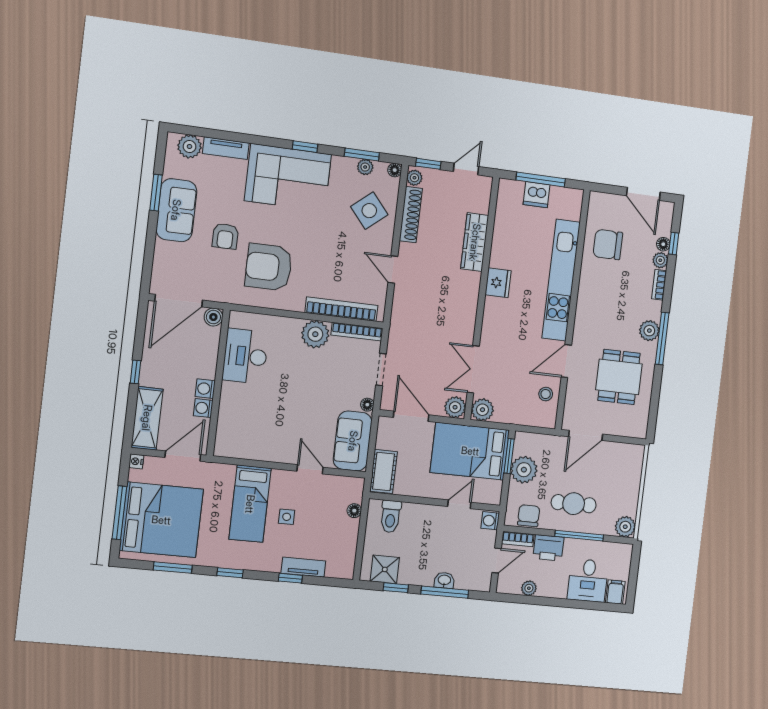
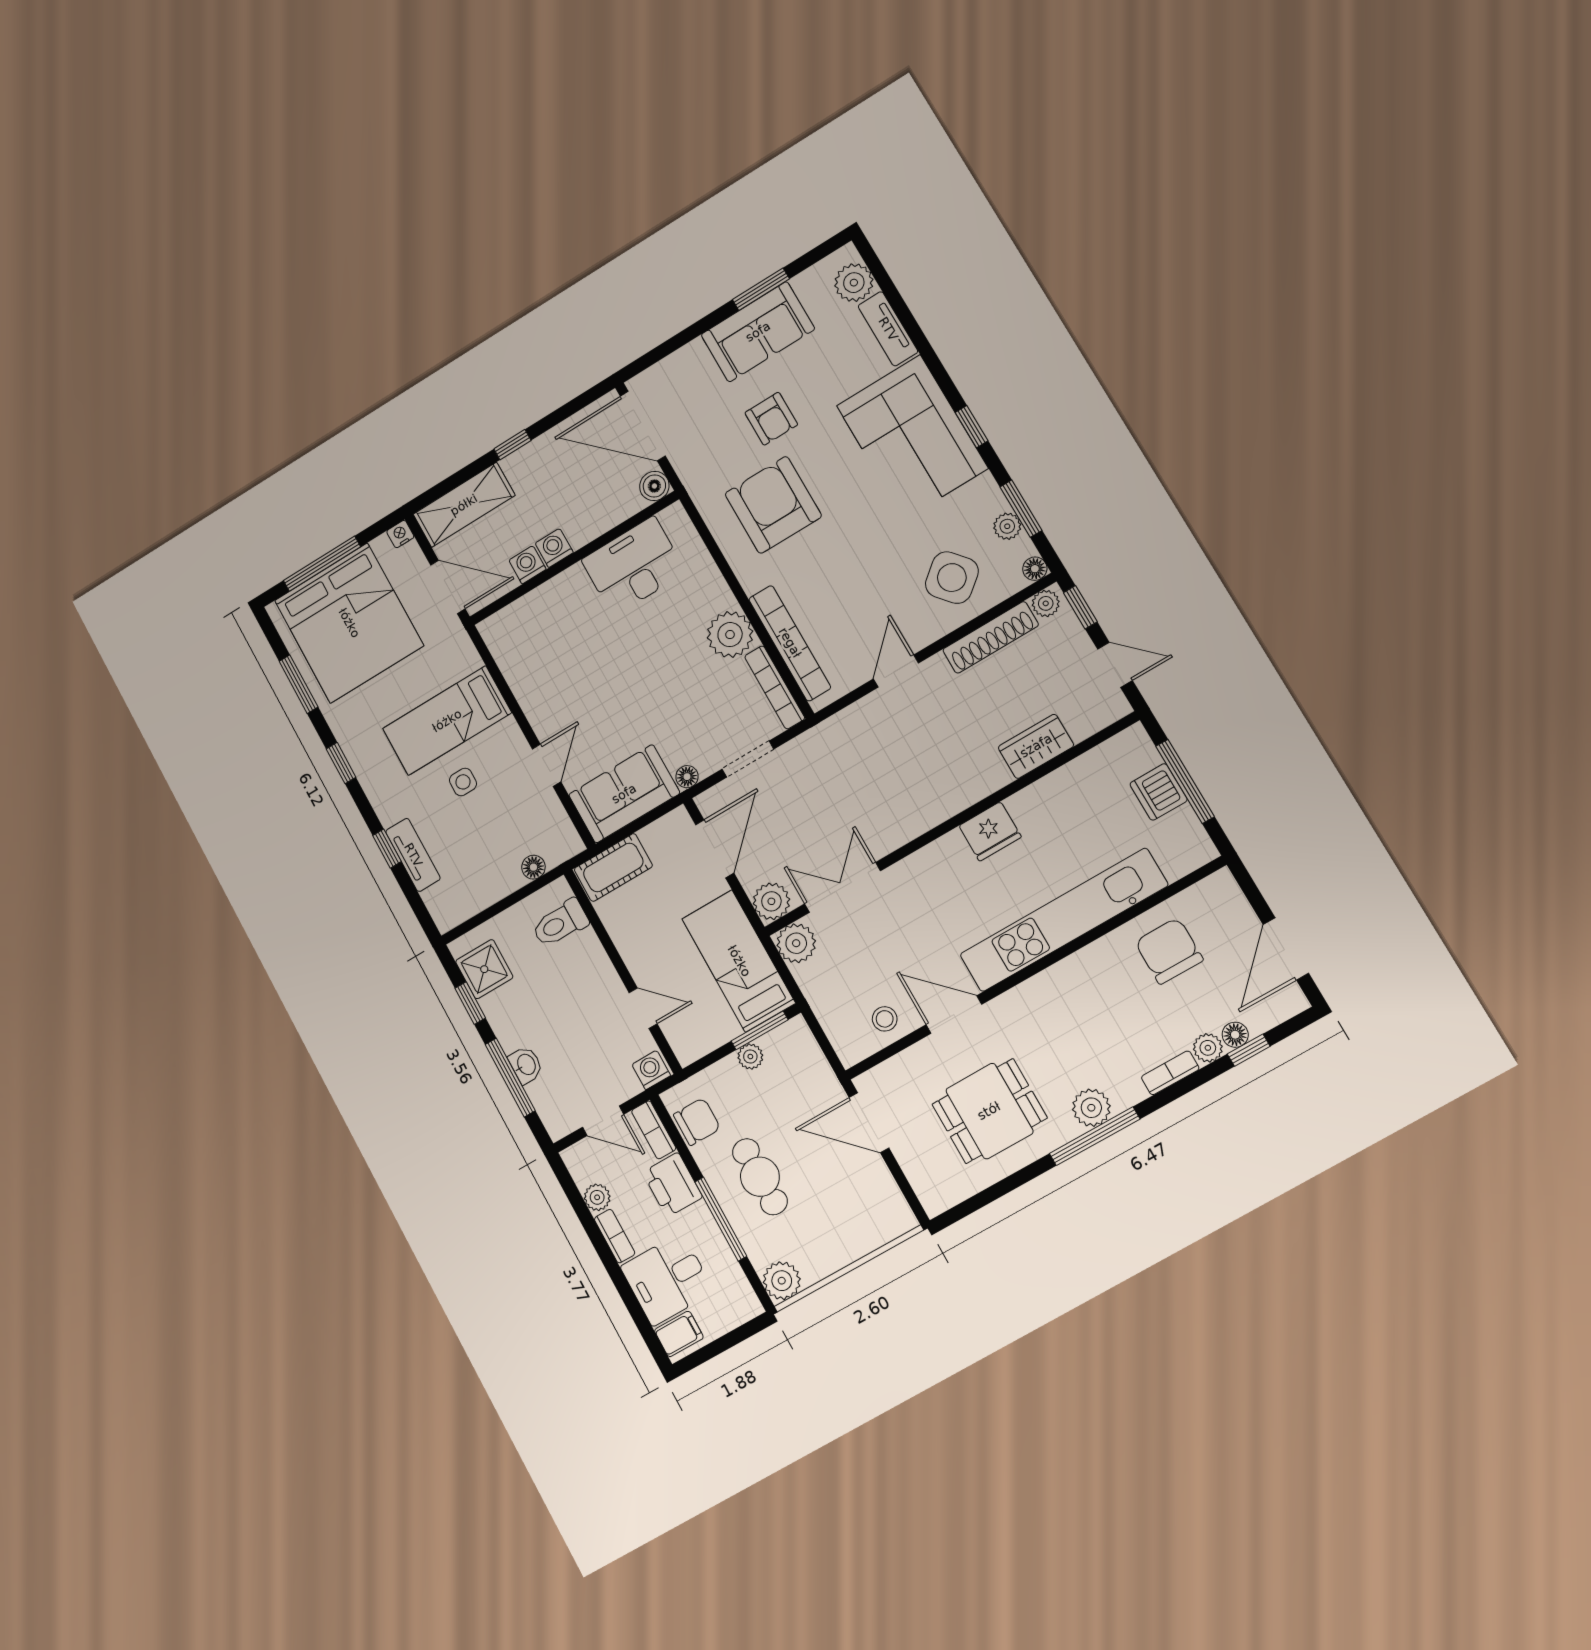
armchair: (225, 236) -> (771, 419), turned -90
wardrobe: (475, 242) -> (1036, 746), width x0.67
bed: (470, 451) -> (739, 961), width x0.67
plant: (524, 470) -> (750, 1057), width x0.53, depth x0.53
bookcase: (552, 592) -> (615, 1236), added

